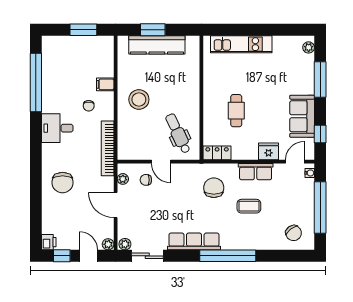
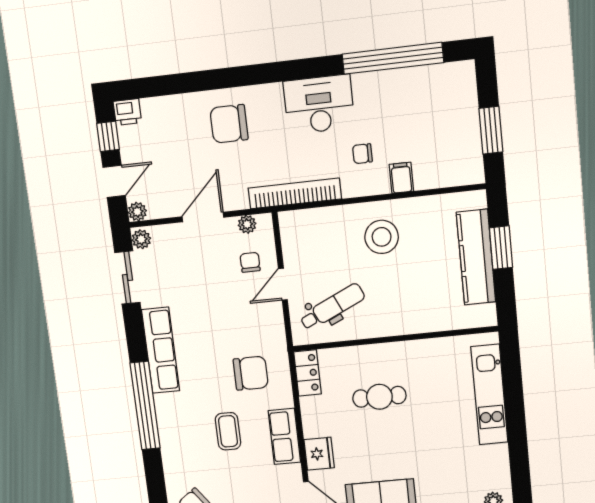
desk: (57, 128) -> (319, 104), width x1.37

